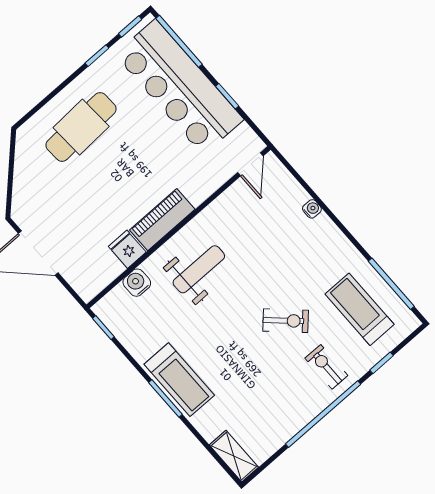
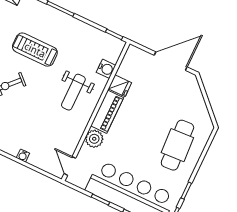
plant: (198, 188) -> (94, 139), added
treadmill: (179, 380) -> (35, 50), moved

